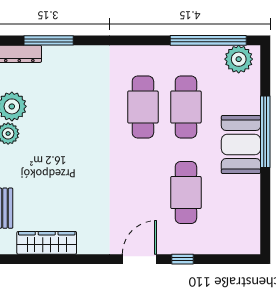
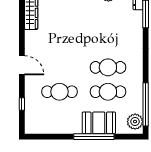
booth: (241, 145) -> (99, 123), moved
window: (183, 259) -> (22, 104), moved

